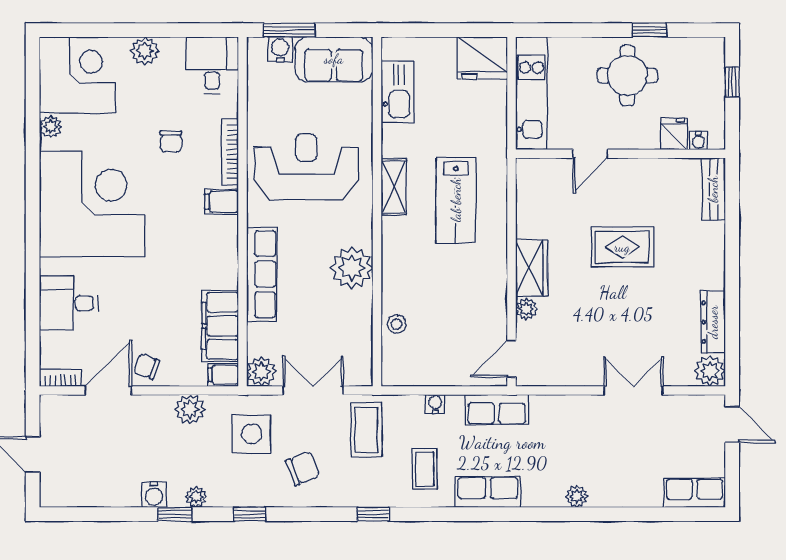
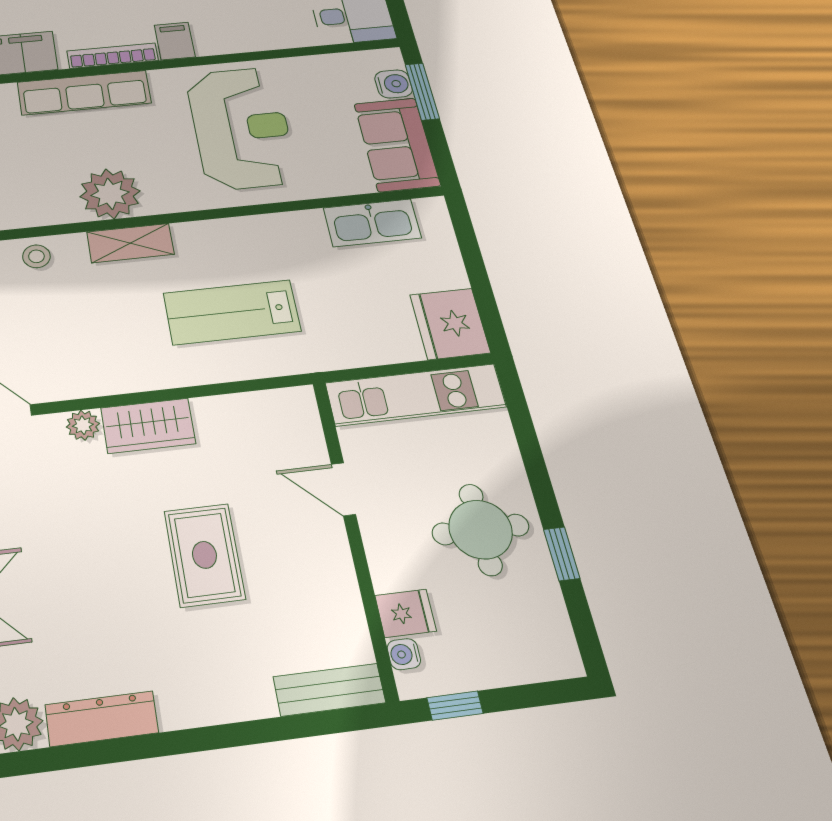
window: (732, 82) -> (455, 706), moved
bookcase: (230, 152) -> (113, 56), moved
shelving: (394, 187) -> (130, 243), moved

